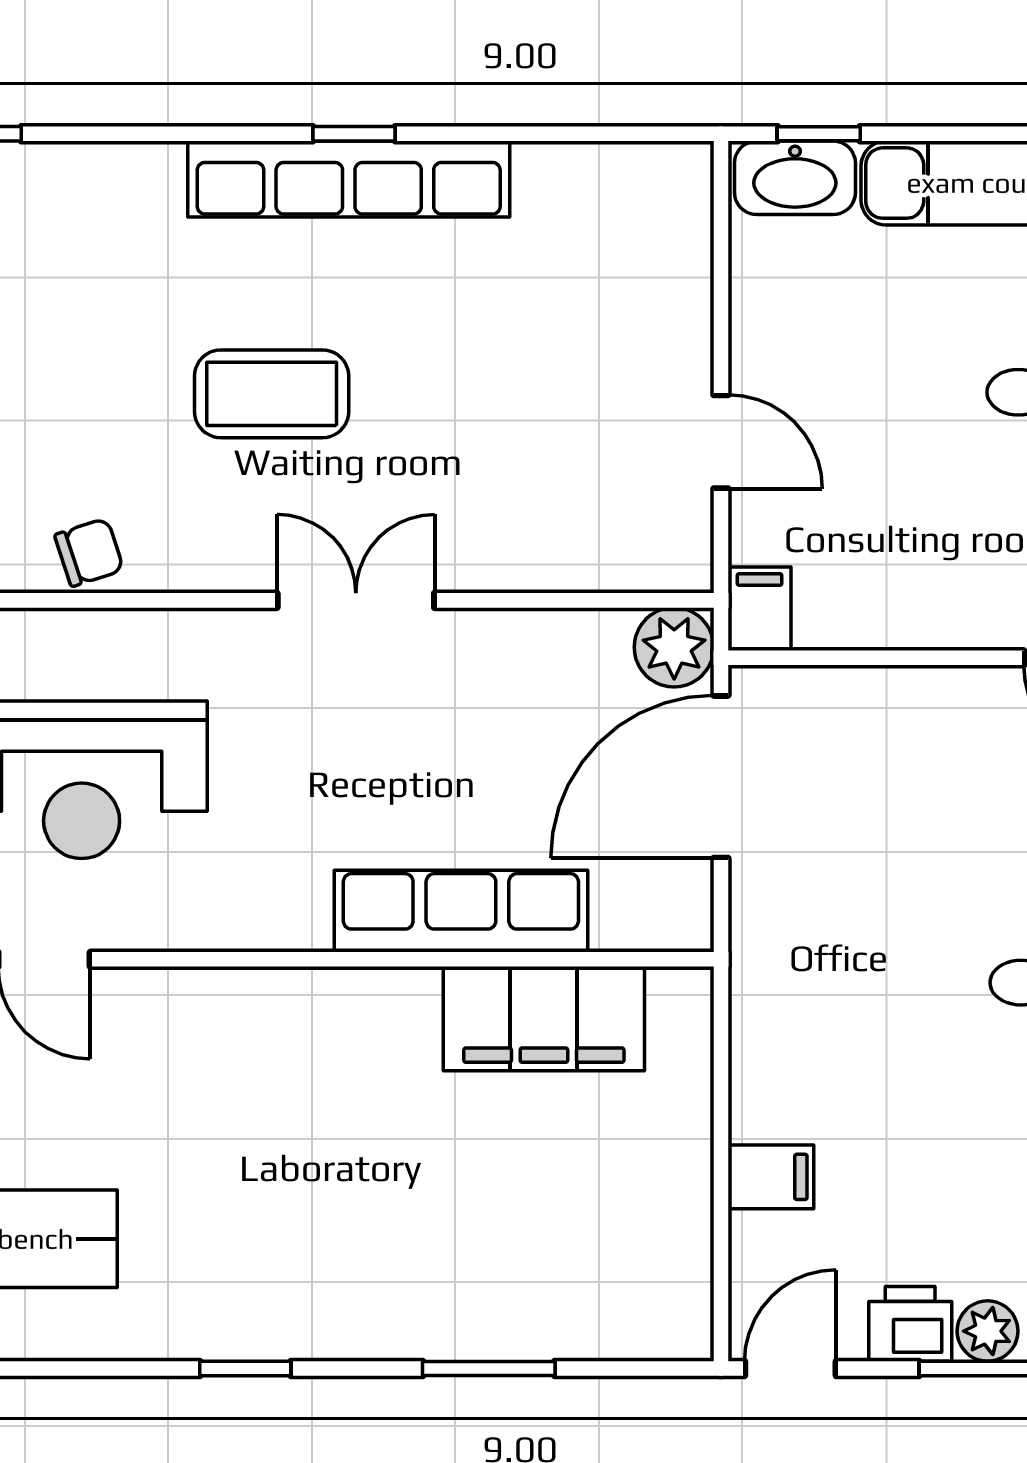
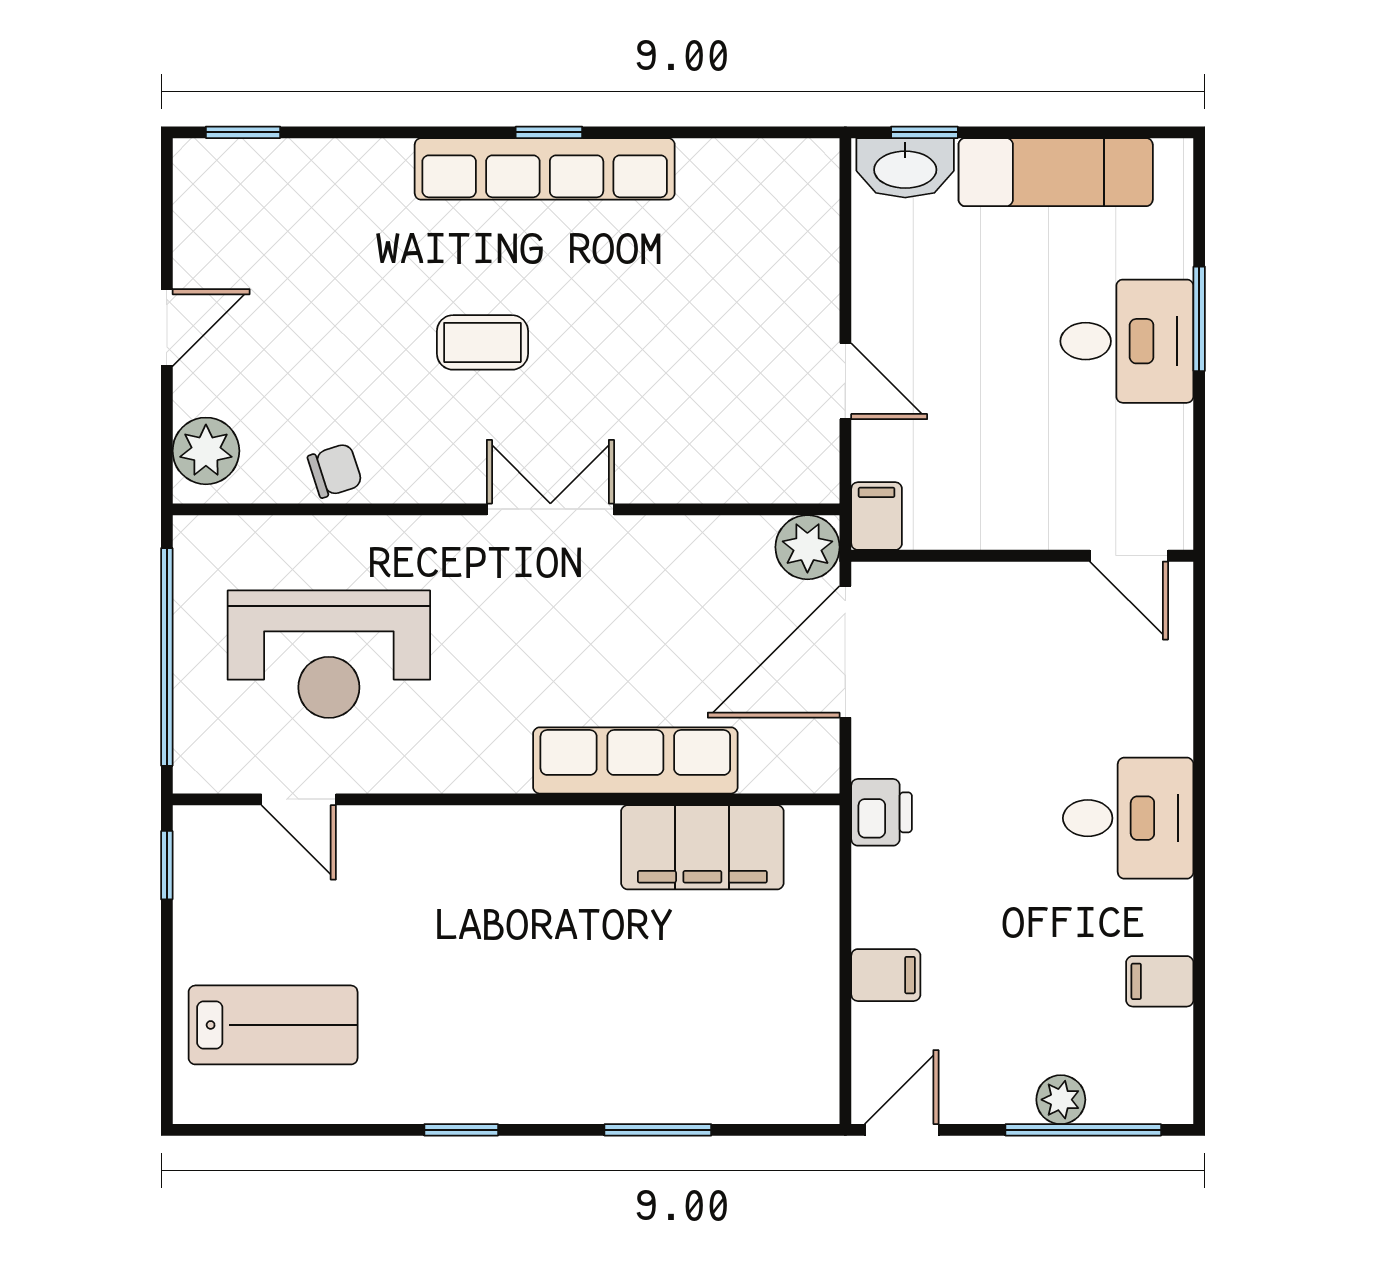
coffee table: (272, 394) -> (482, 342), width x0.73, depth x0.77
printer: (910, 1324) -> (881, 812), moved, turned 90

